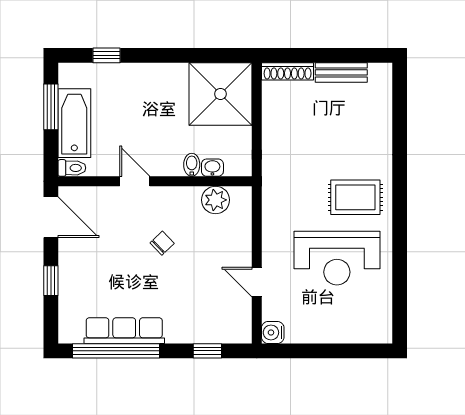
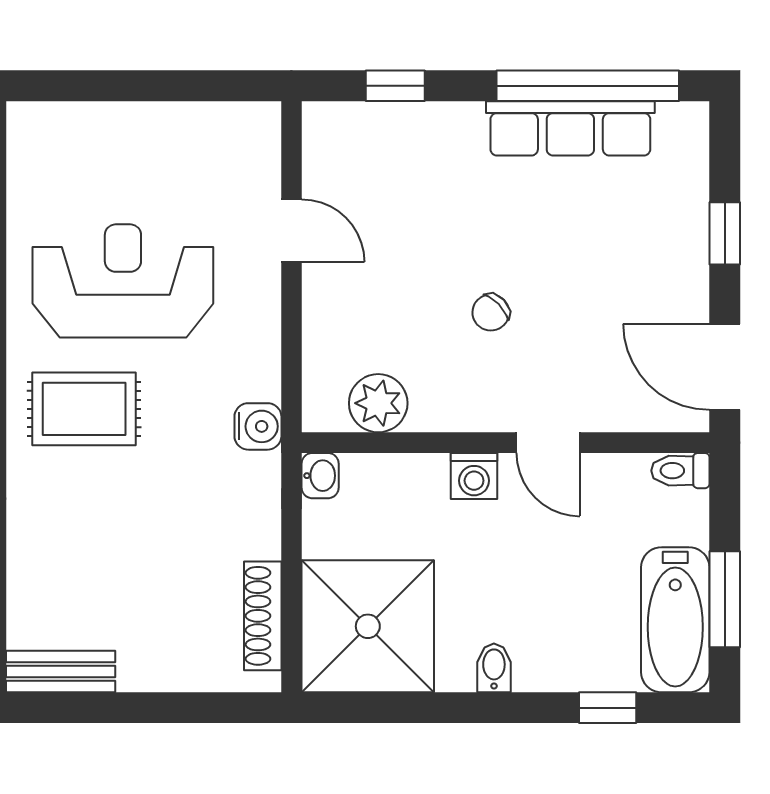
shoe rack: (288, 71) -> (263, 616), moved, turned -90
bench: (341, 72) -> (61, 672), moved
bathtub: (74, 123) -> (675, 620), moved
washing machine: (170, 165) -> (474, 476), added
bidet: (192, 165) -> (494, 668), moved, turned 180
washbasin: (212, 168) -> (320, 476), moved, turned -90
water cooler: (273, 332) -> (258, 426), moved

